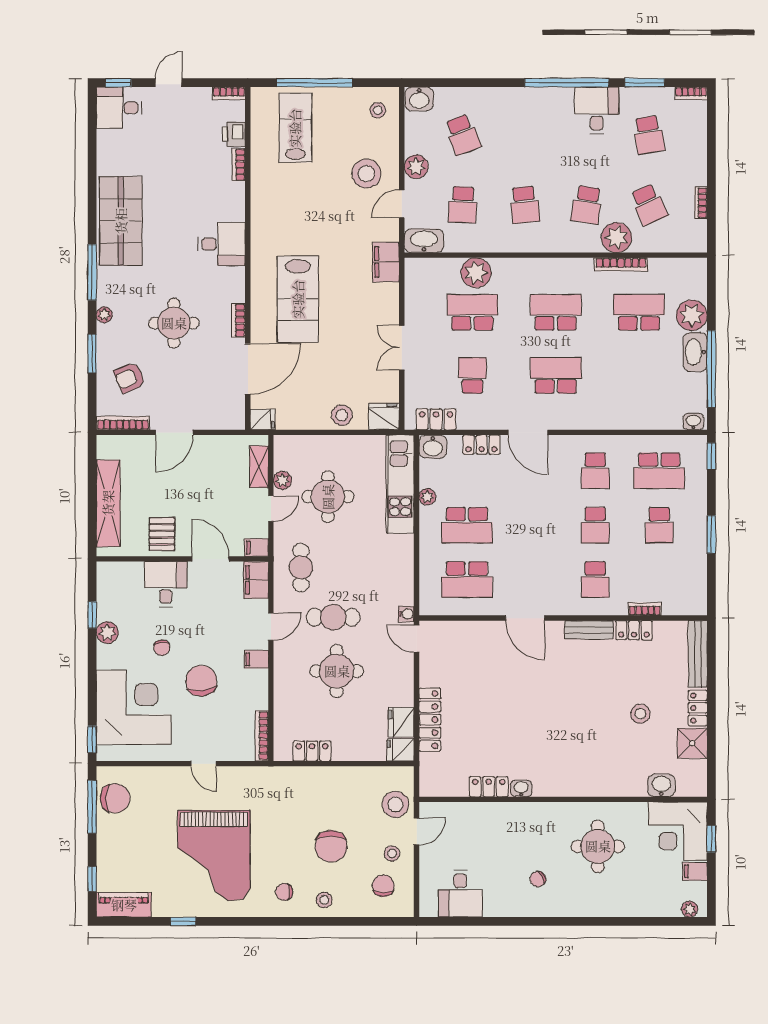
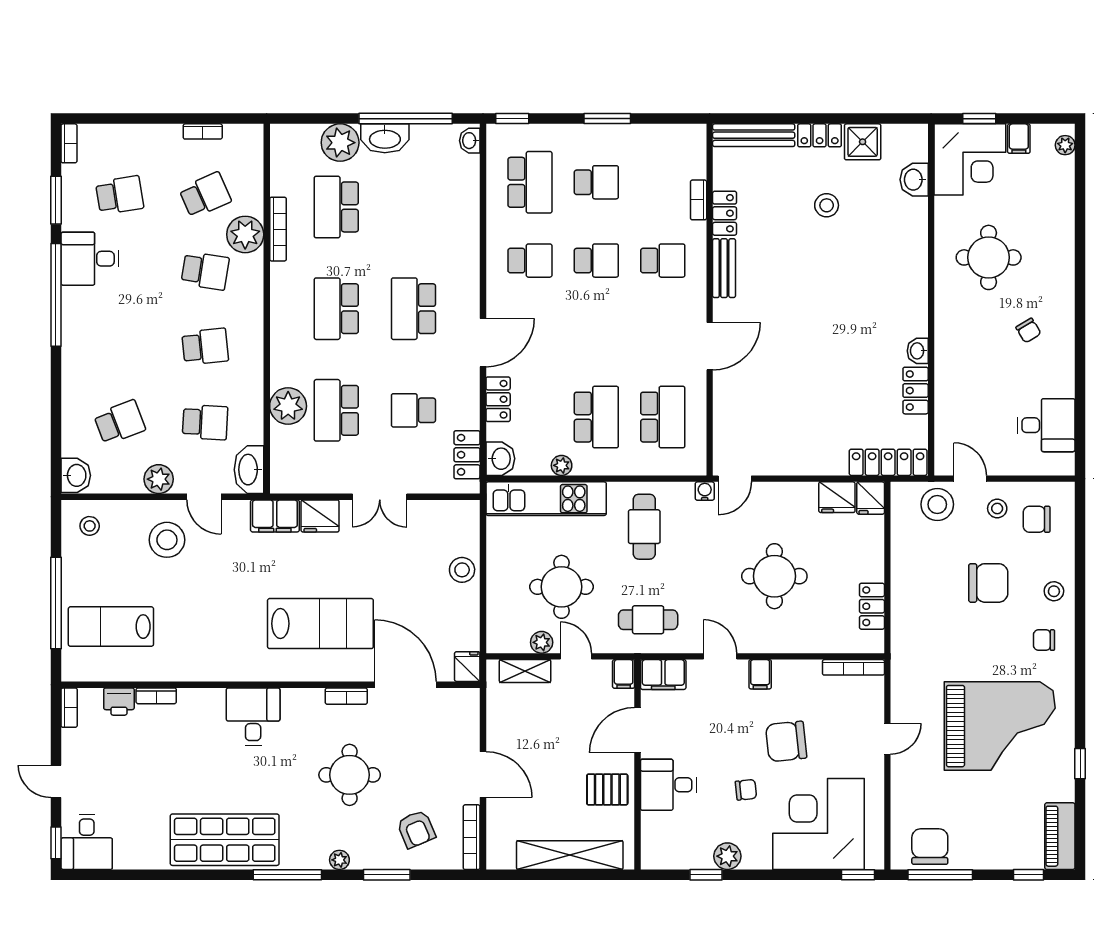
fridge: (384, 417) -> (320, 516), moved, turned -90
cafe table: (333, 617) -> (644, 527), moved
locker: (430, 720) -> (888, 462), moved
chair: (284, 892) -> (1044, 640), turned 90

